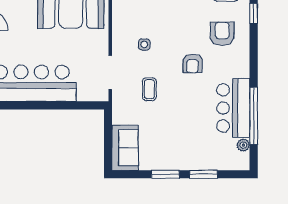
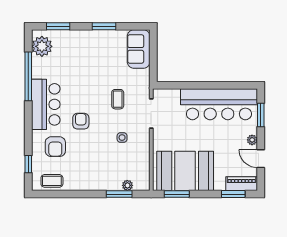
bar counter: (233, 108) -> (46, 104), moved
plant: (243, 145) -> (42, 46), width x1.88, depth x1.88
window: (204, 174) -> (58, 26), moved

